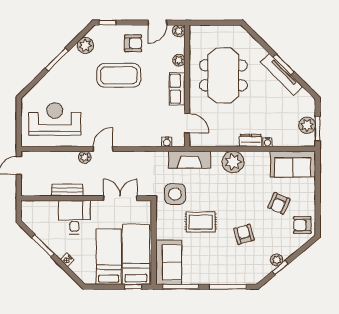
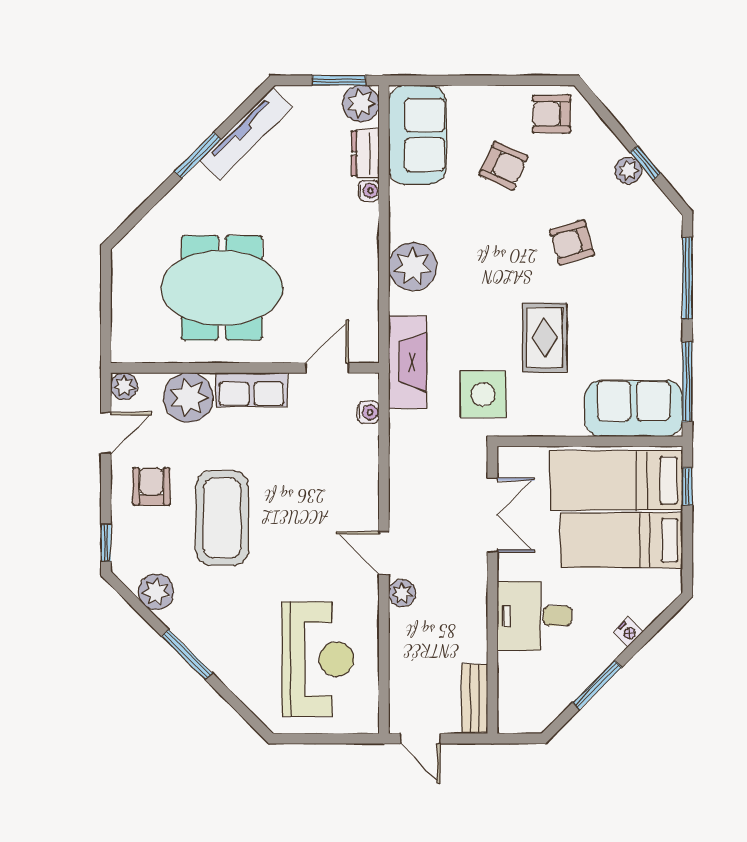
door: (158, 23) -> (106, 433), hinge flipped
plant: (179, 60) -> (189, 398), width x1.87, depth x1.87
tv unit: (282, 74) -> (246, 134), moved
reception desk: (55, 119) -> (318, 659), turned 180
plant: (307, 125) -> (361, 103), moved
dresser: (251, 140) -> (365, 153), moved
bench: (67, 190) -> (475, 698), moved
double door: (120, 198) -> (492, 515), swing flipped
armchair: (302, 225) -> (552, 114), turned 90

